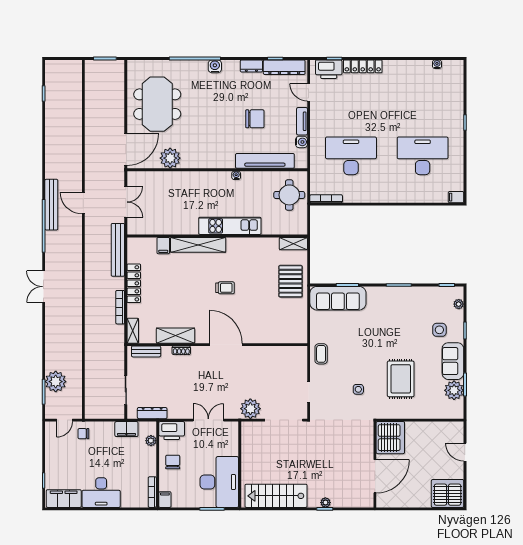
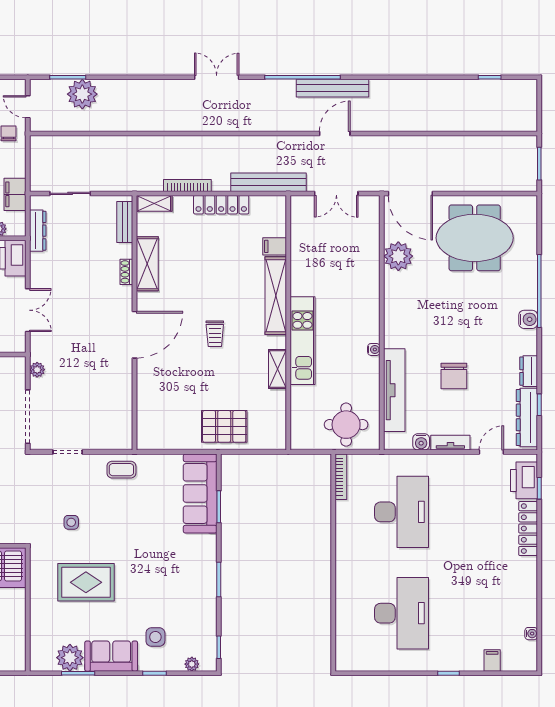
filing cabinet: (456, 197) -> (492, 660), moved
shelving: (293, 244) -> (277, 369), moved
plant: (250, 409) -> (37, 370), width x0.53, depth x0.53

